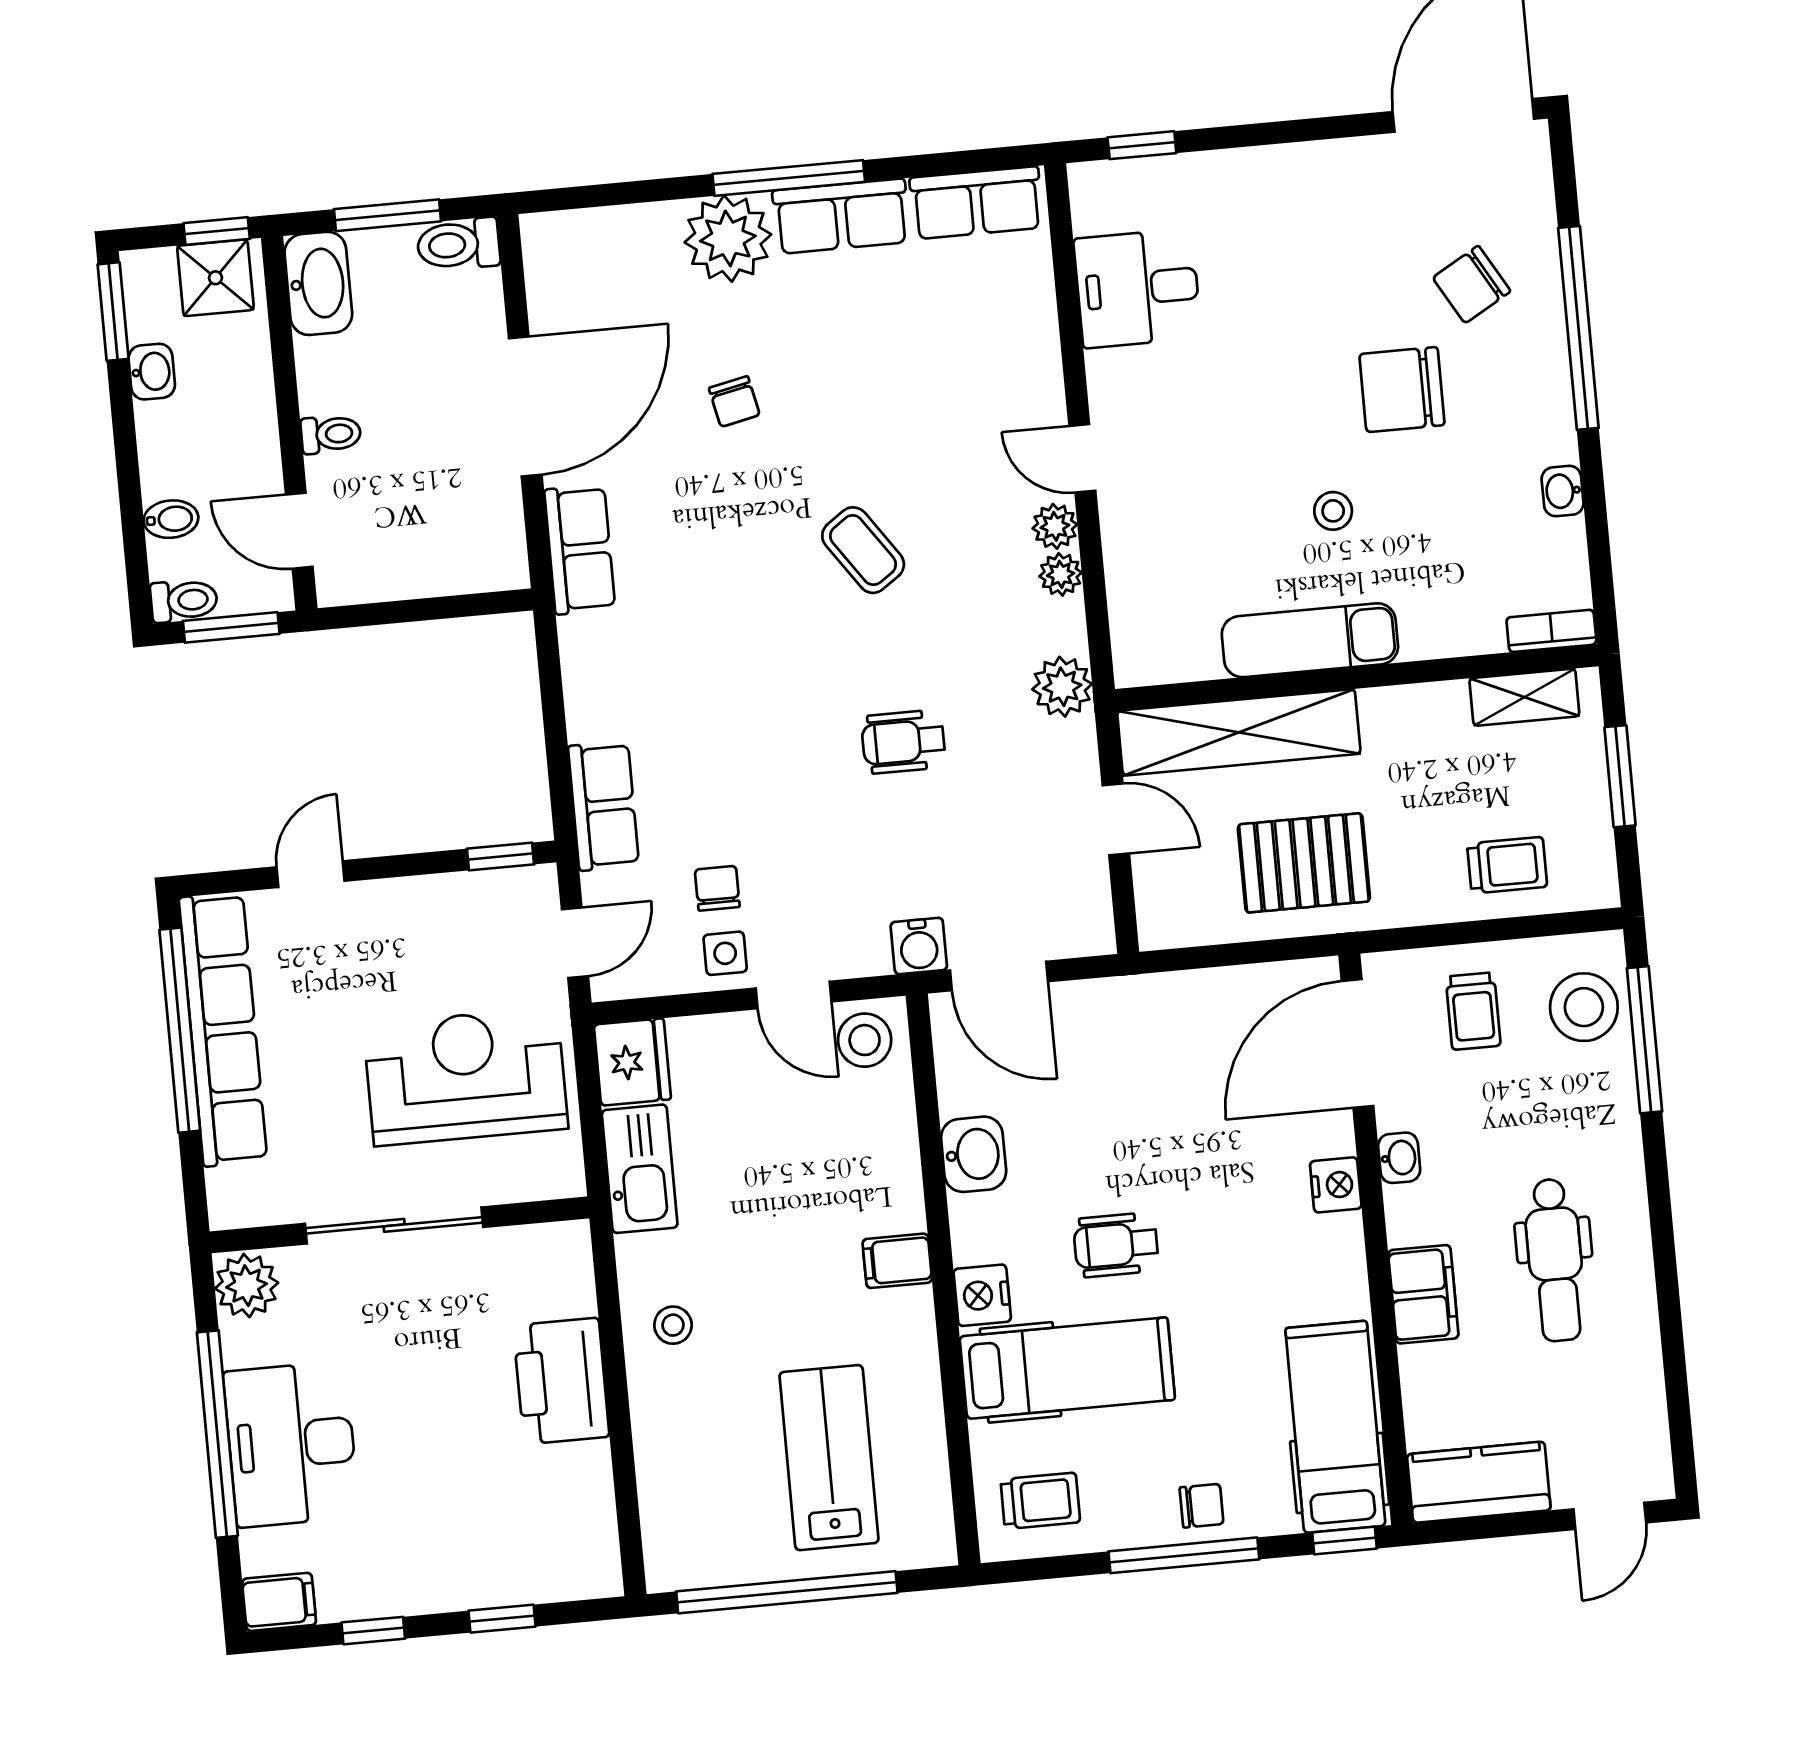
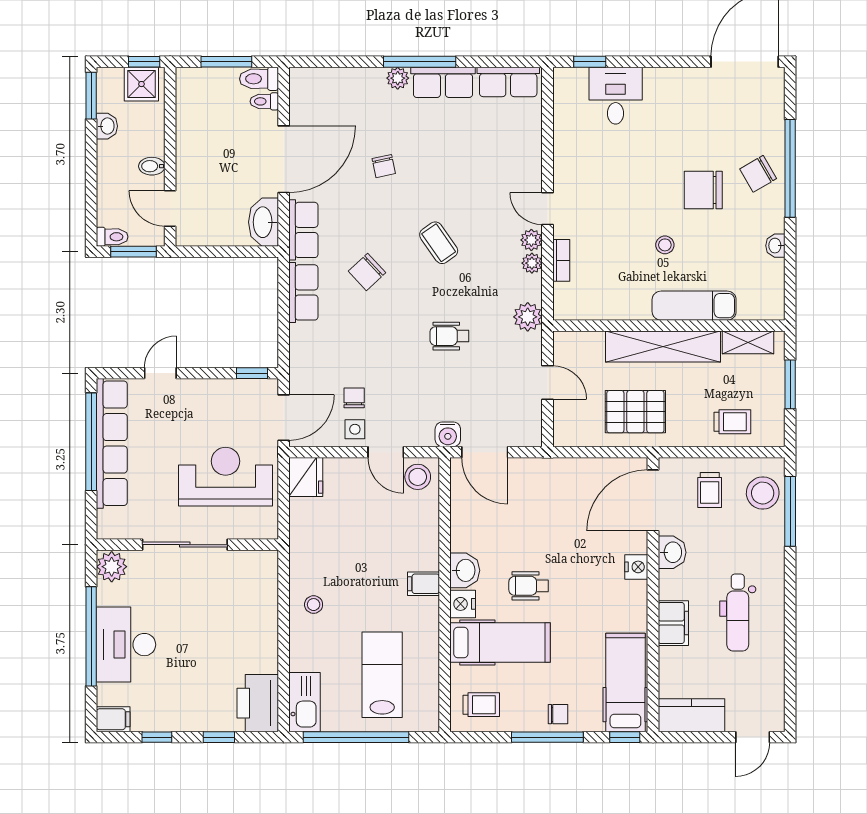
plant: (728, 238) -> (398, 78), width x0.53, depth x0.53
washbasin: (318, 283) -> (264, 222), moved, turned 180
chair: (1472, 285) -> (758, 174), moved
desk: (1137, 288) -> (616, 96), moved, turned 90
toilet: (331, 434) -> (264, 101), moved, turned 180
bidet: (171, 519) -> (152, 166), moved, turned 180
chair: (720, 624) -> (367, 272), added
bookcase: (1551, 631) -> (561, 260), moved, turned 90
exam couch: (1310, 640) -> (694, 306), moved
shelving: (1239, 732) -> (663, 346), moved
row of seats: (603, 806) -> (303, 292), moved
door: (575, 943) -> (284, 418), width x1.38
washbasin: (974, 1154) -> (465, 570), moved
washbasin: (1399, 1158) -> (672, 552), width x1.38, depth x1.45
kitchen sink: (640, 1169) -> (305, 702), moved
printer: (561, 1381) -> (258, 703), moved

